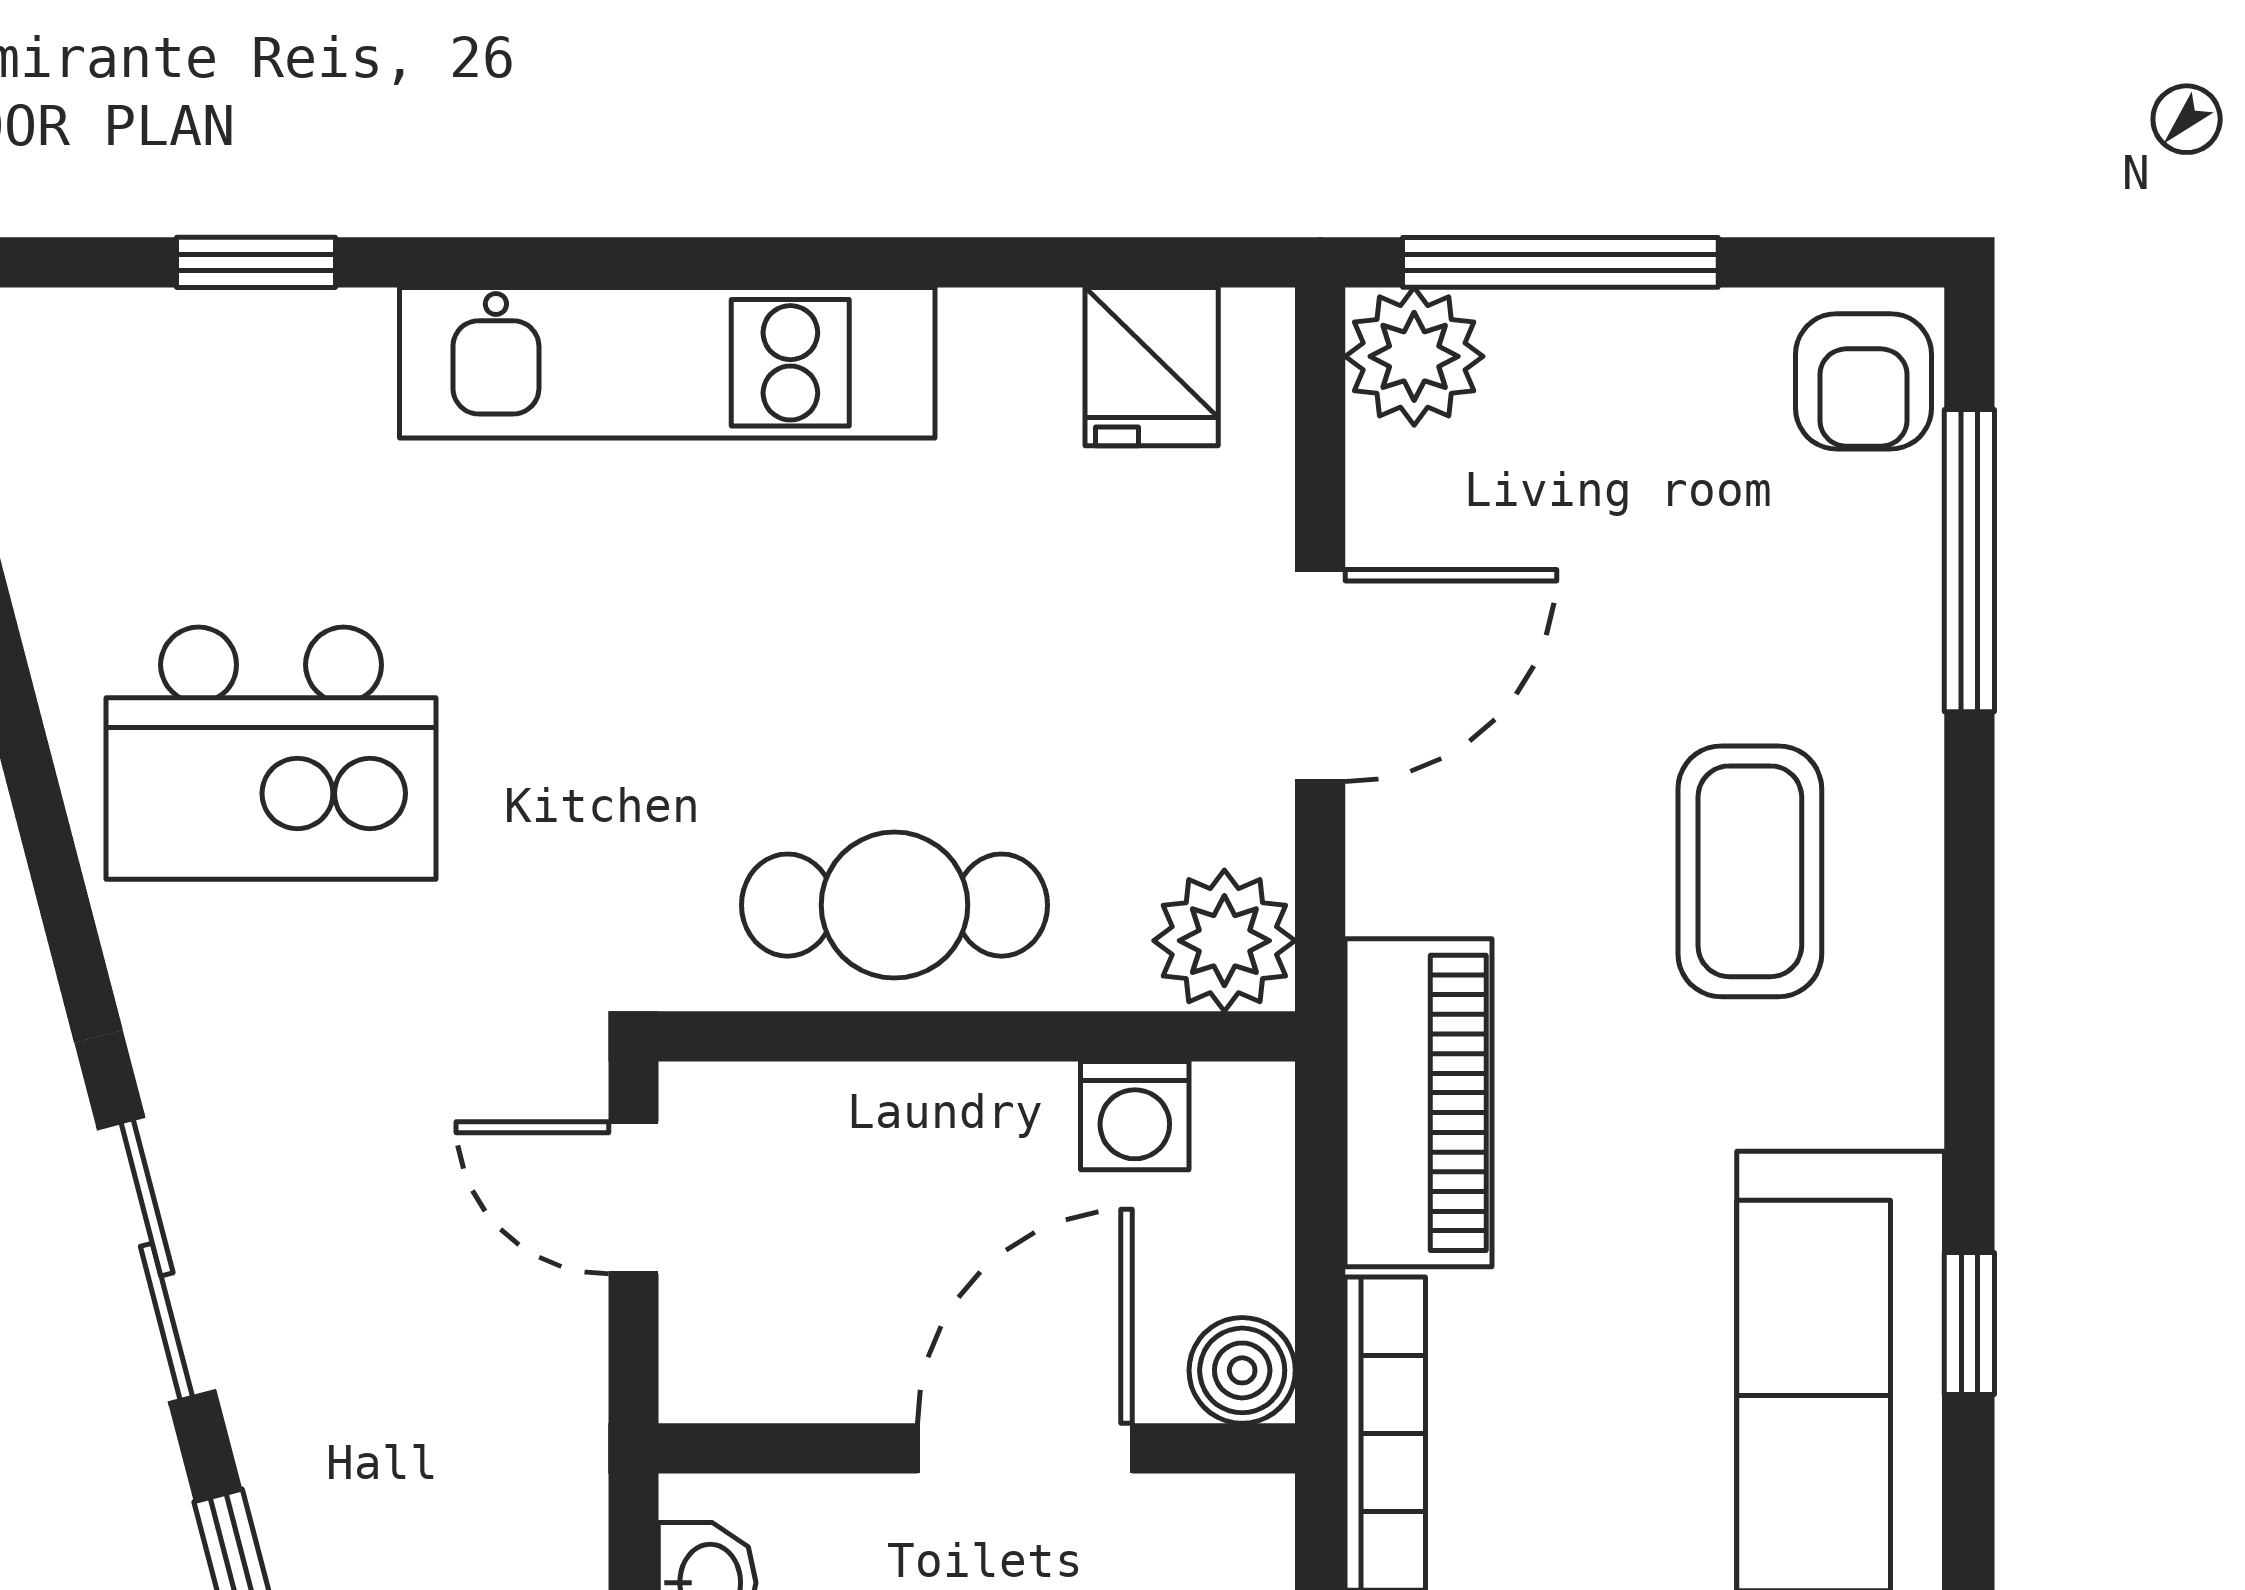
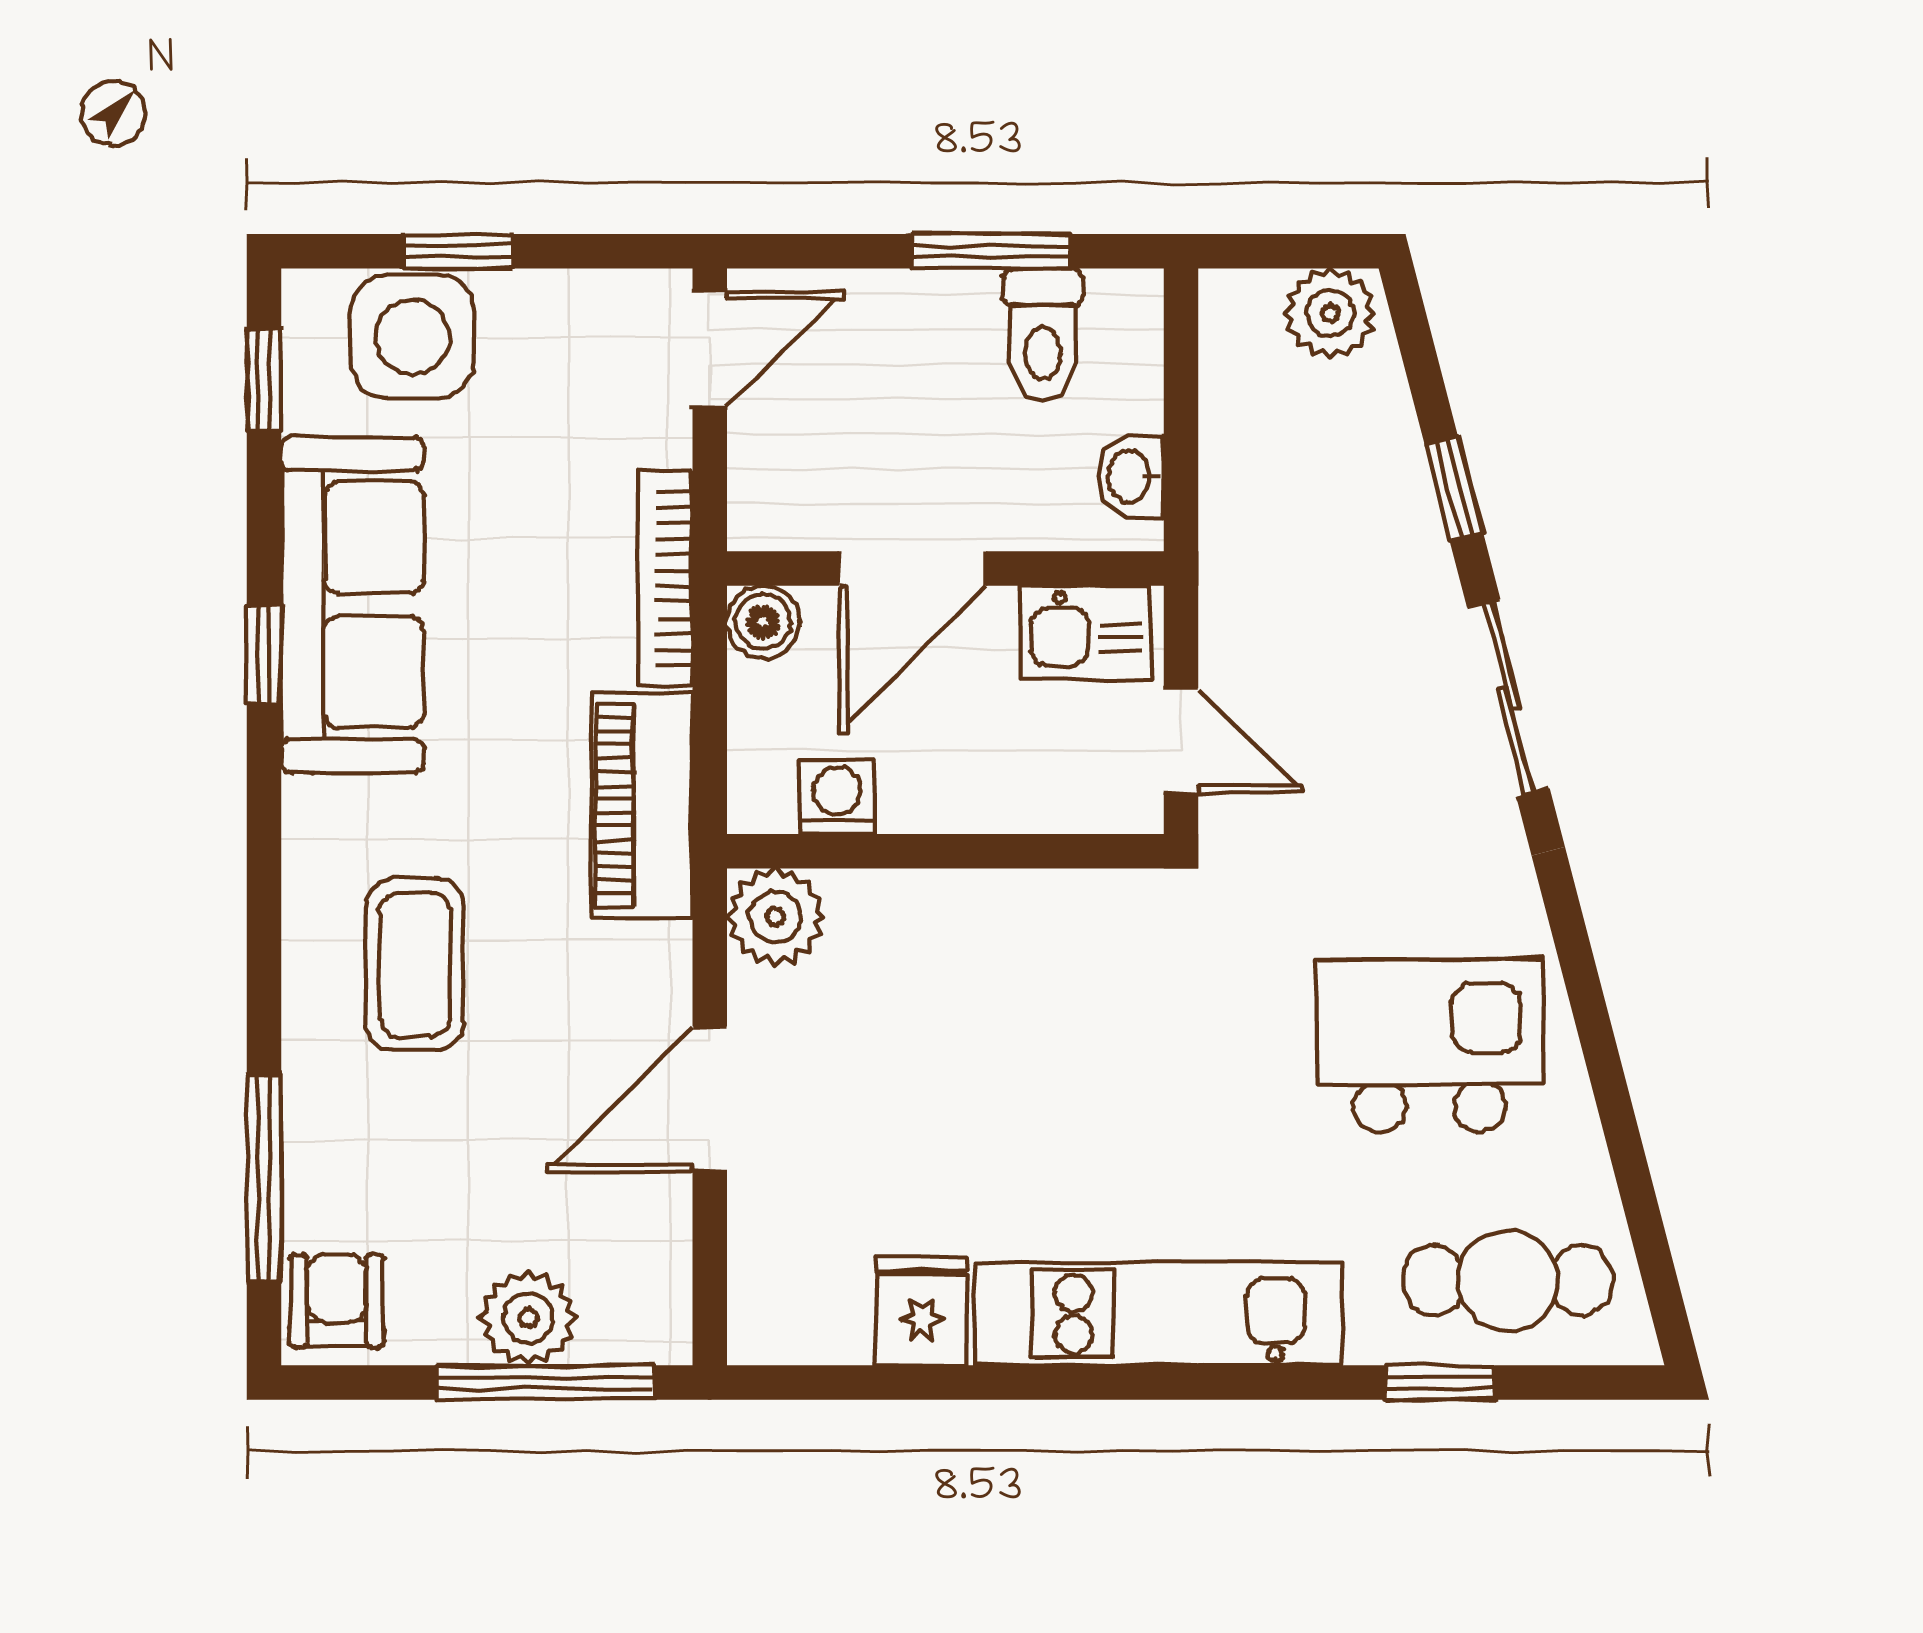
plant: (1414, 356) -> (528, 1318), moved
fridge: (1152, 367) -> (922, 1311), moved
cafe table: (894, 905) -> (1508, 1280), moved
kitchen sink: (772, 1355) -> (1086, 633), added

